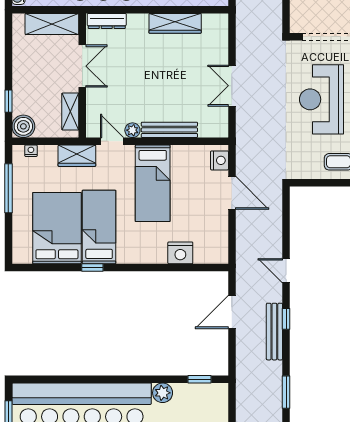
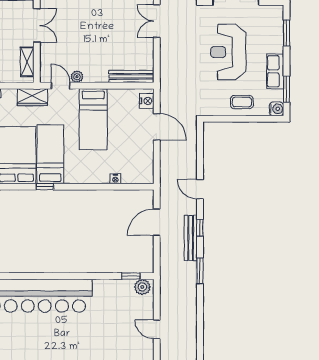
double door: (232, 86) -> (157, 21), moved
bench: (169, 130) -> (131, 76), moved
nightstand: (180, 253) -> (115, 179), width x0.53, depth x0.56
window: (286, 392) -> (200, 271), moved
plant: (163, 393) -> (142, 287), moved

